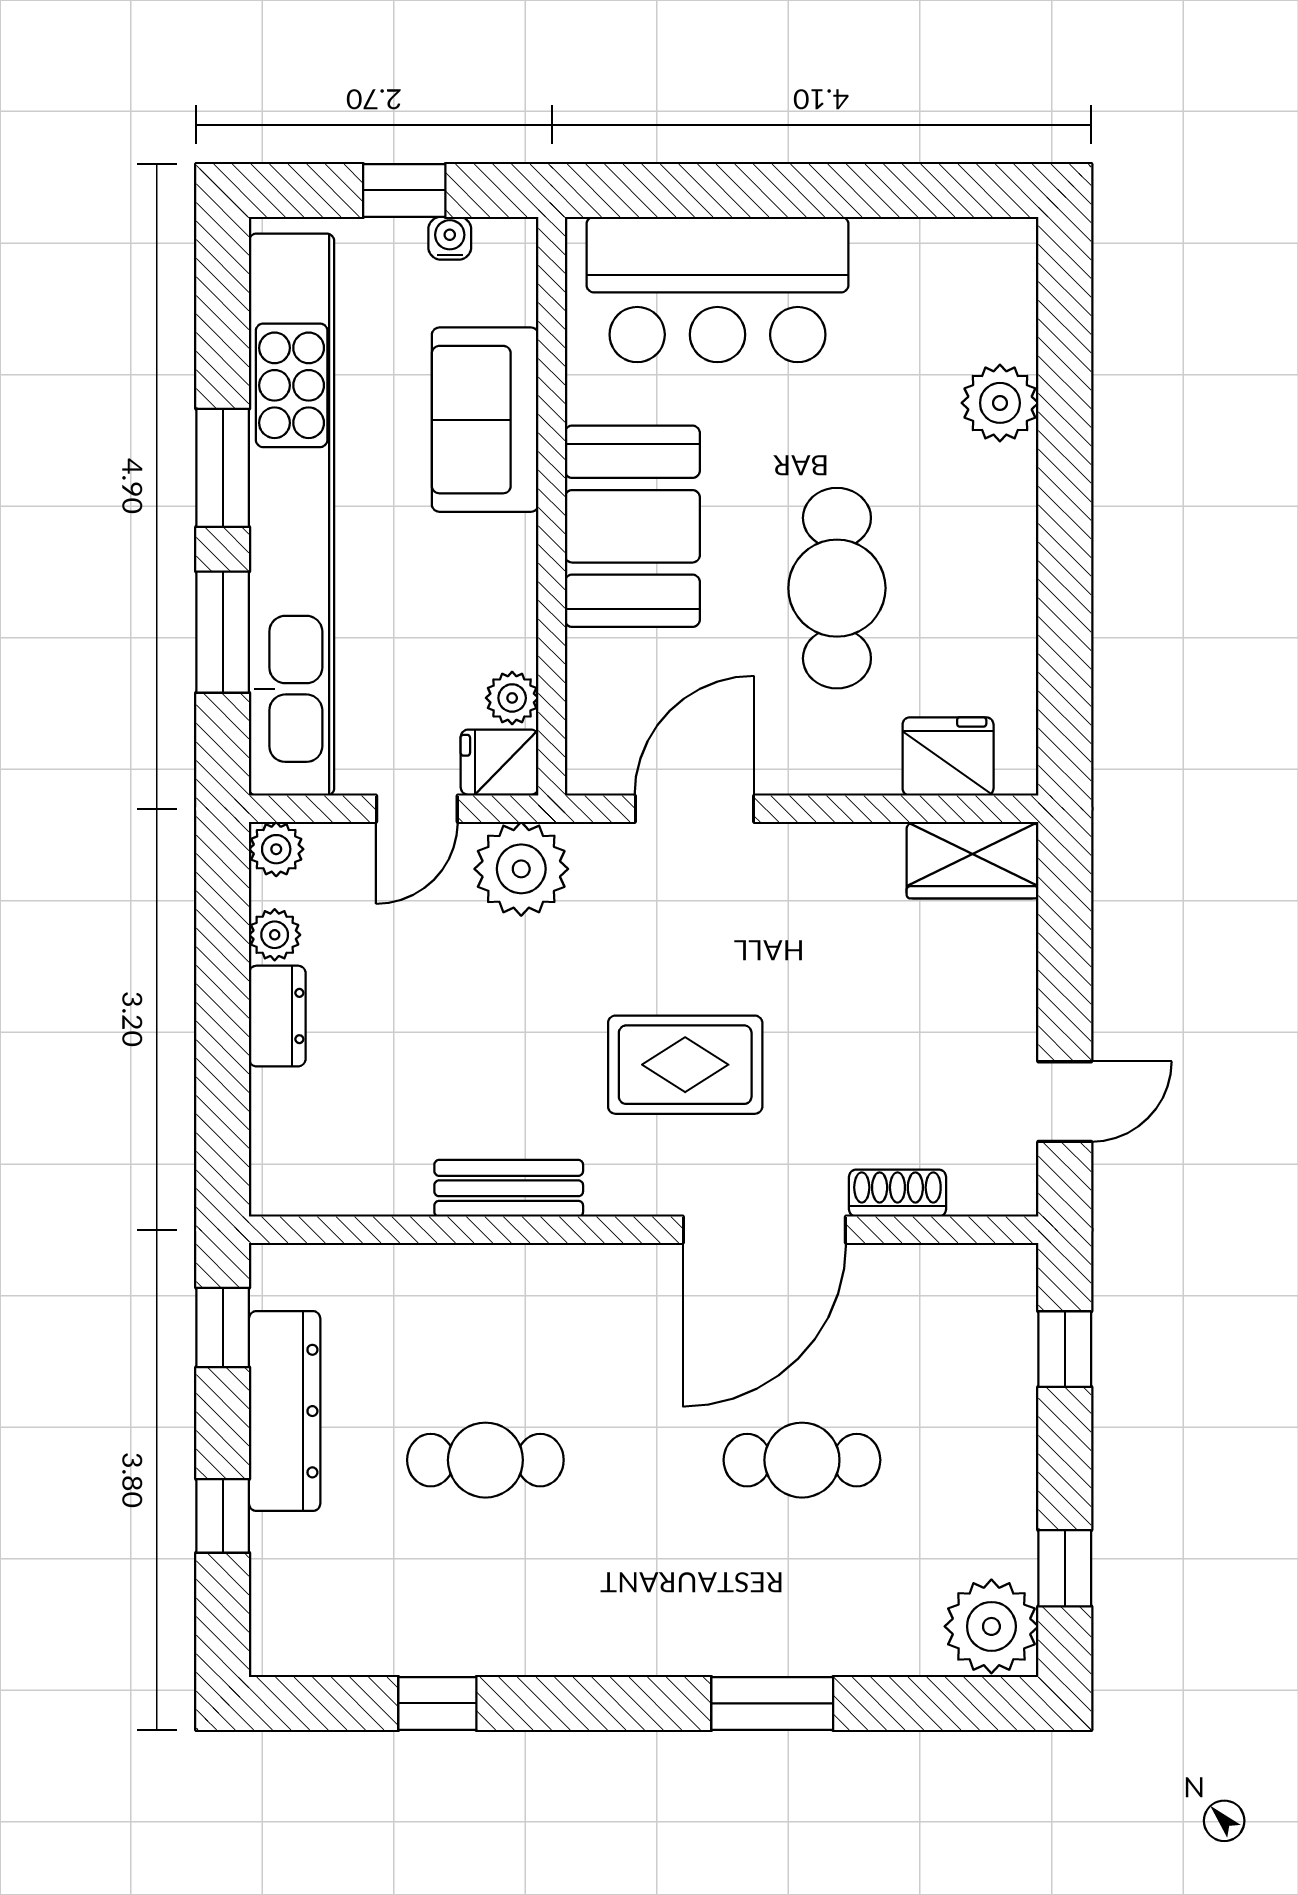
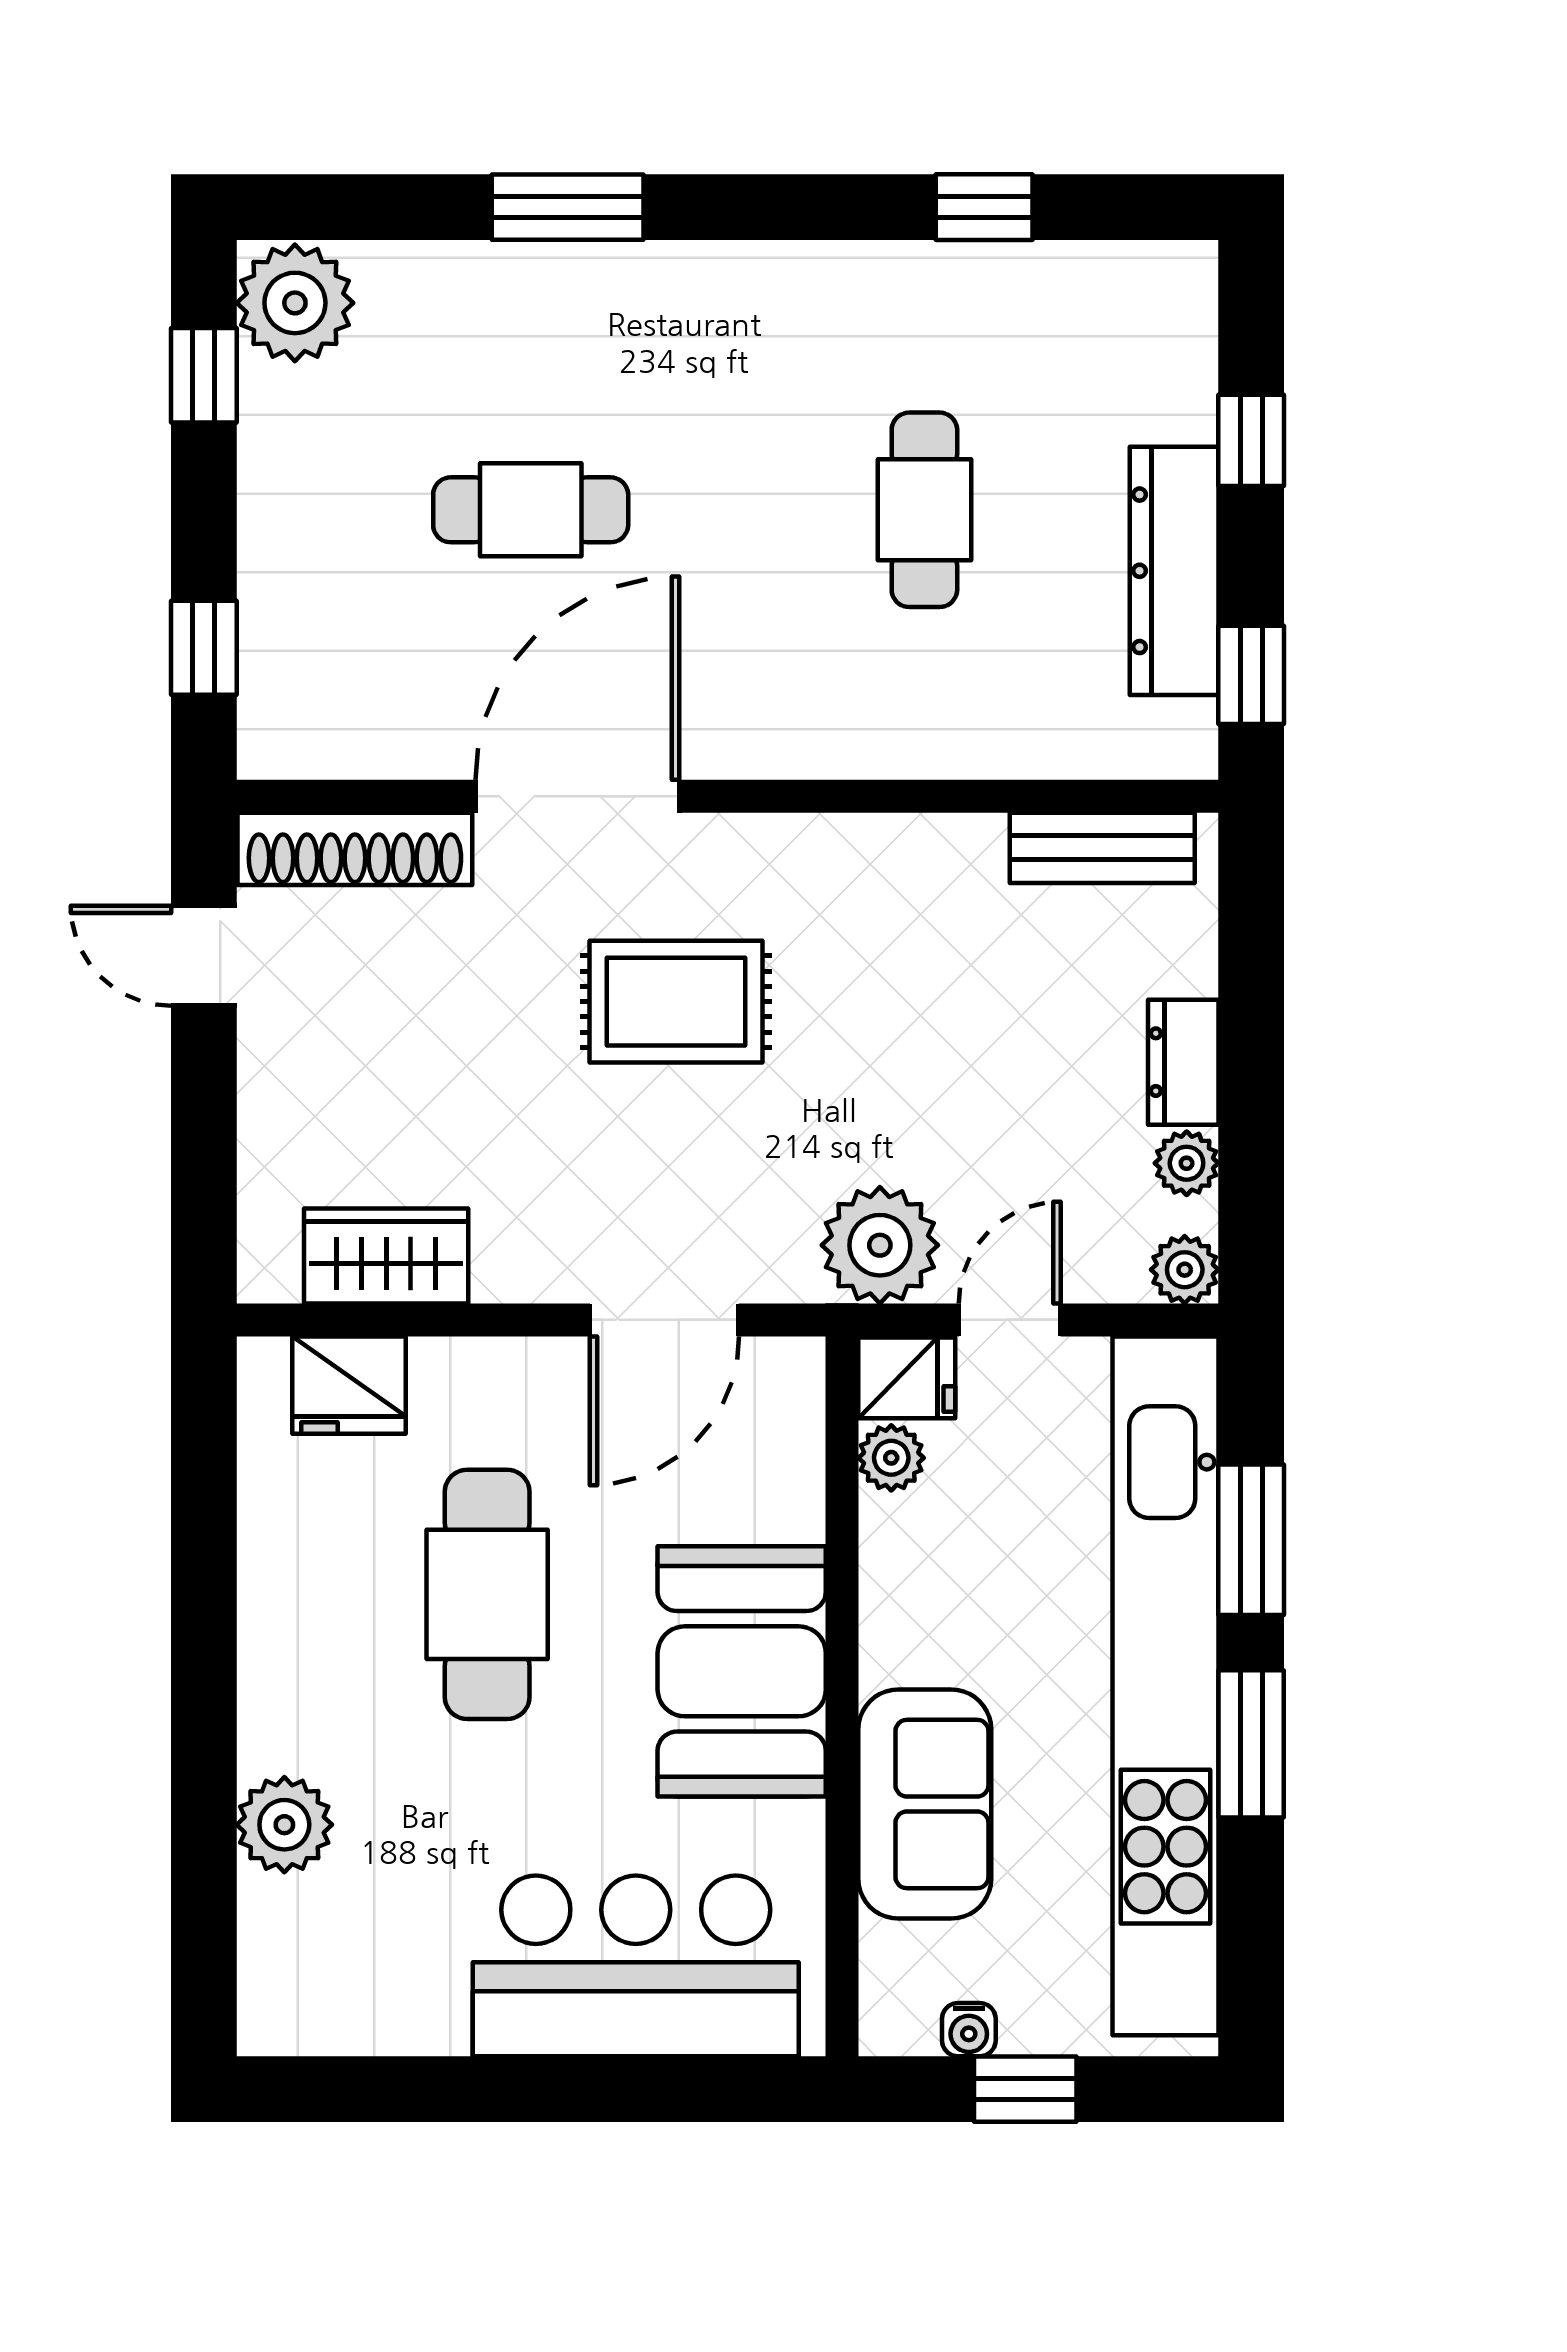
wardrobe: (972, 860) -> (386, 1256), moved
door: (1065, 1102) -> (204, 956), hinge flipped
bench: (509, 1188) -> (1102, 848), moved
shoe rack: (897, 1193) -> (355, 849), width x1.94, depth x1.24
cafe table: (485, 1460) -> (924, 510), turned 90

